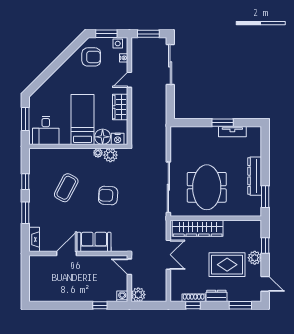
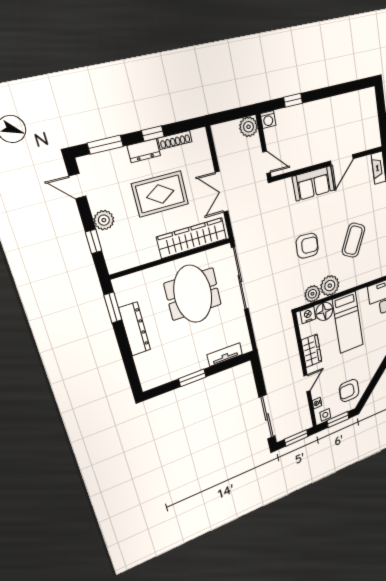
tv unit: (232, 132) -> (225, 355), moved
plant: (98, 153) -> (330, 286), width x1.87, depth x1.87
rug: (227, 265) -> (160, 194), moved
window: (193, 305) -> (153, 133), moved

